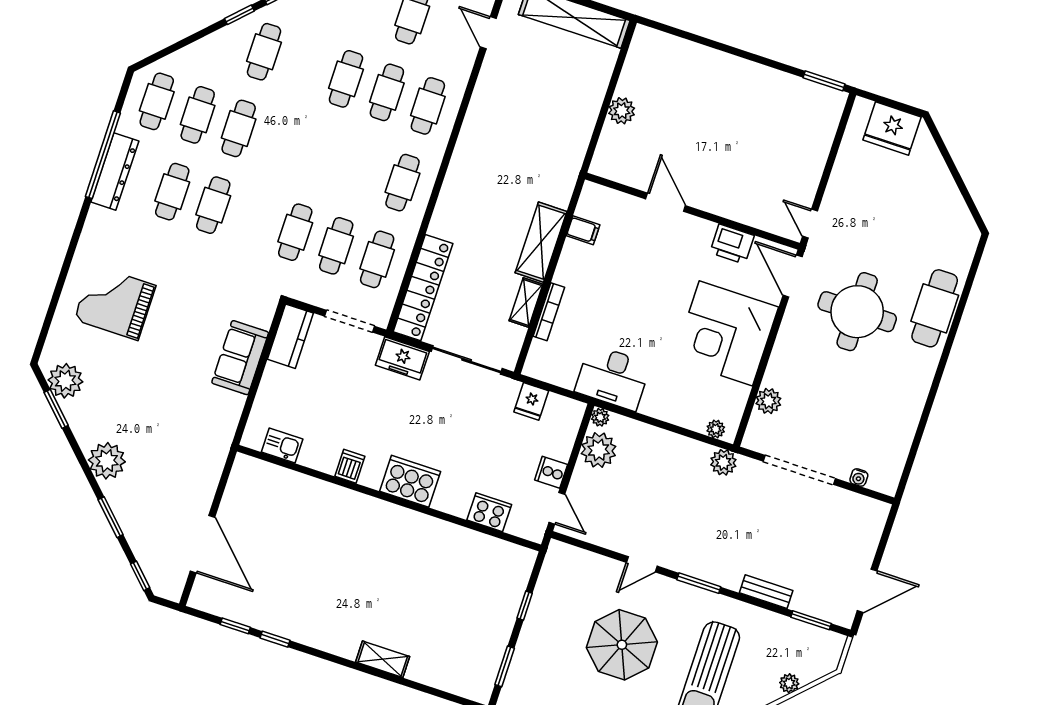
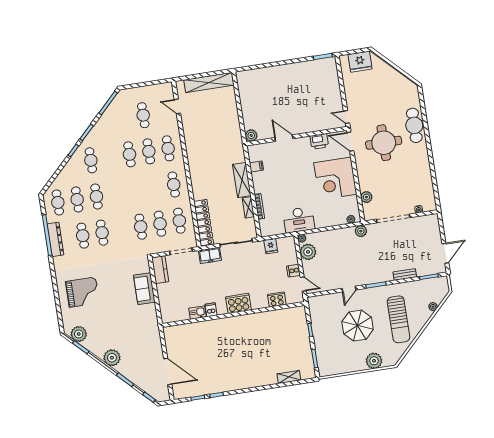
plant: (622, 111) -> (251, 135), moved
grand piano: (115, 303) -> (82, 292), turned 180
kitchen sink: (282, 446) -> (197, 313), moved
shelving: (383, 659) -> (289, 377), moved

